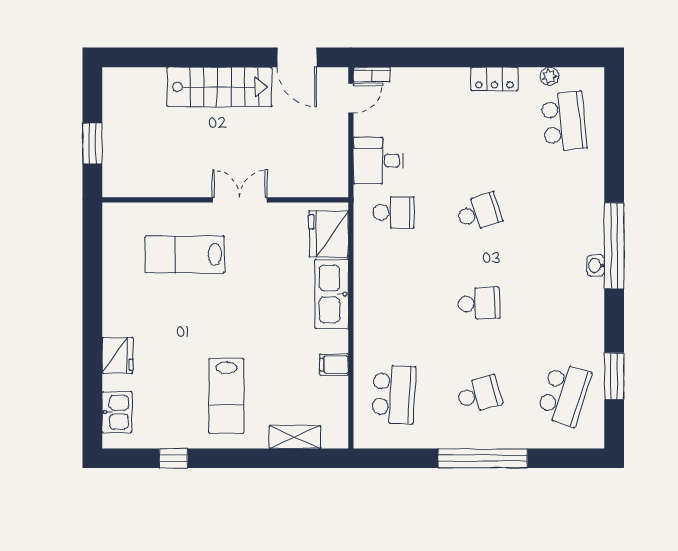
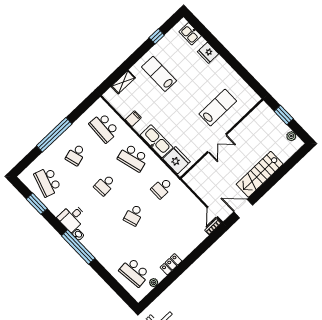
plant: (112, 99) -> (291, 136), added
desk: (378, 161) -> (72, 217), moved, turned 180
school desk: (394, 303) -> (133, 158), added

